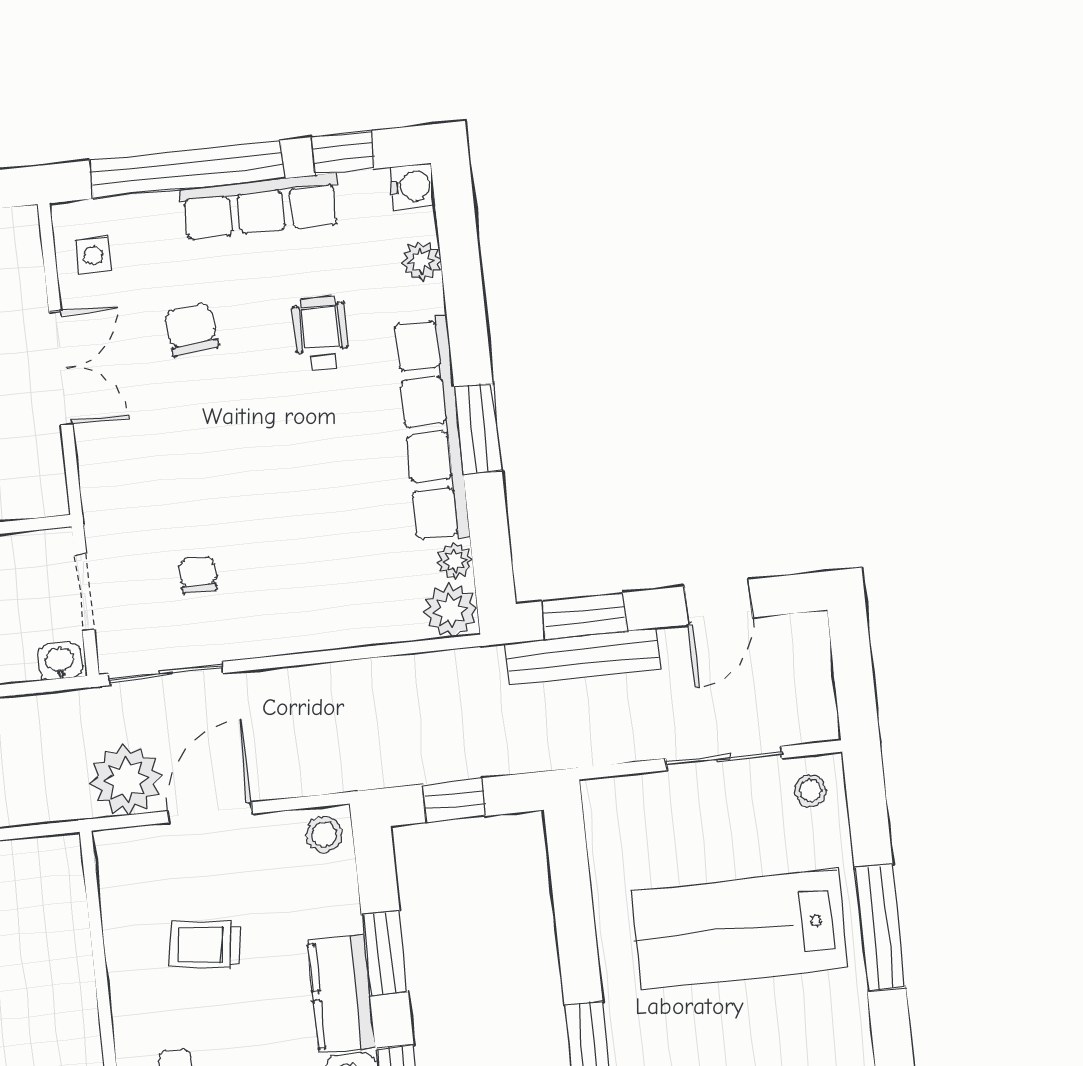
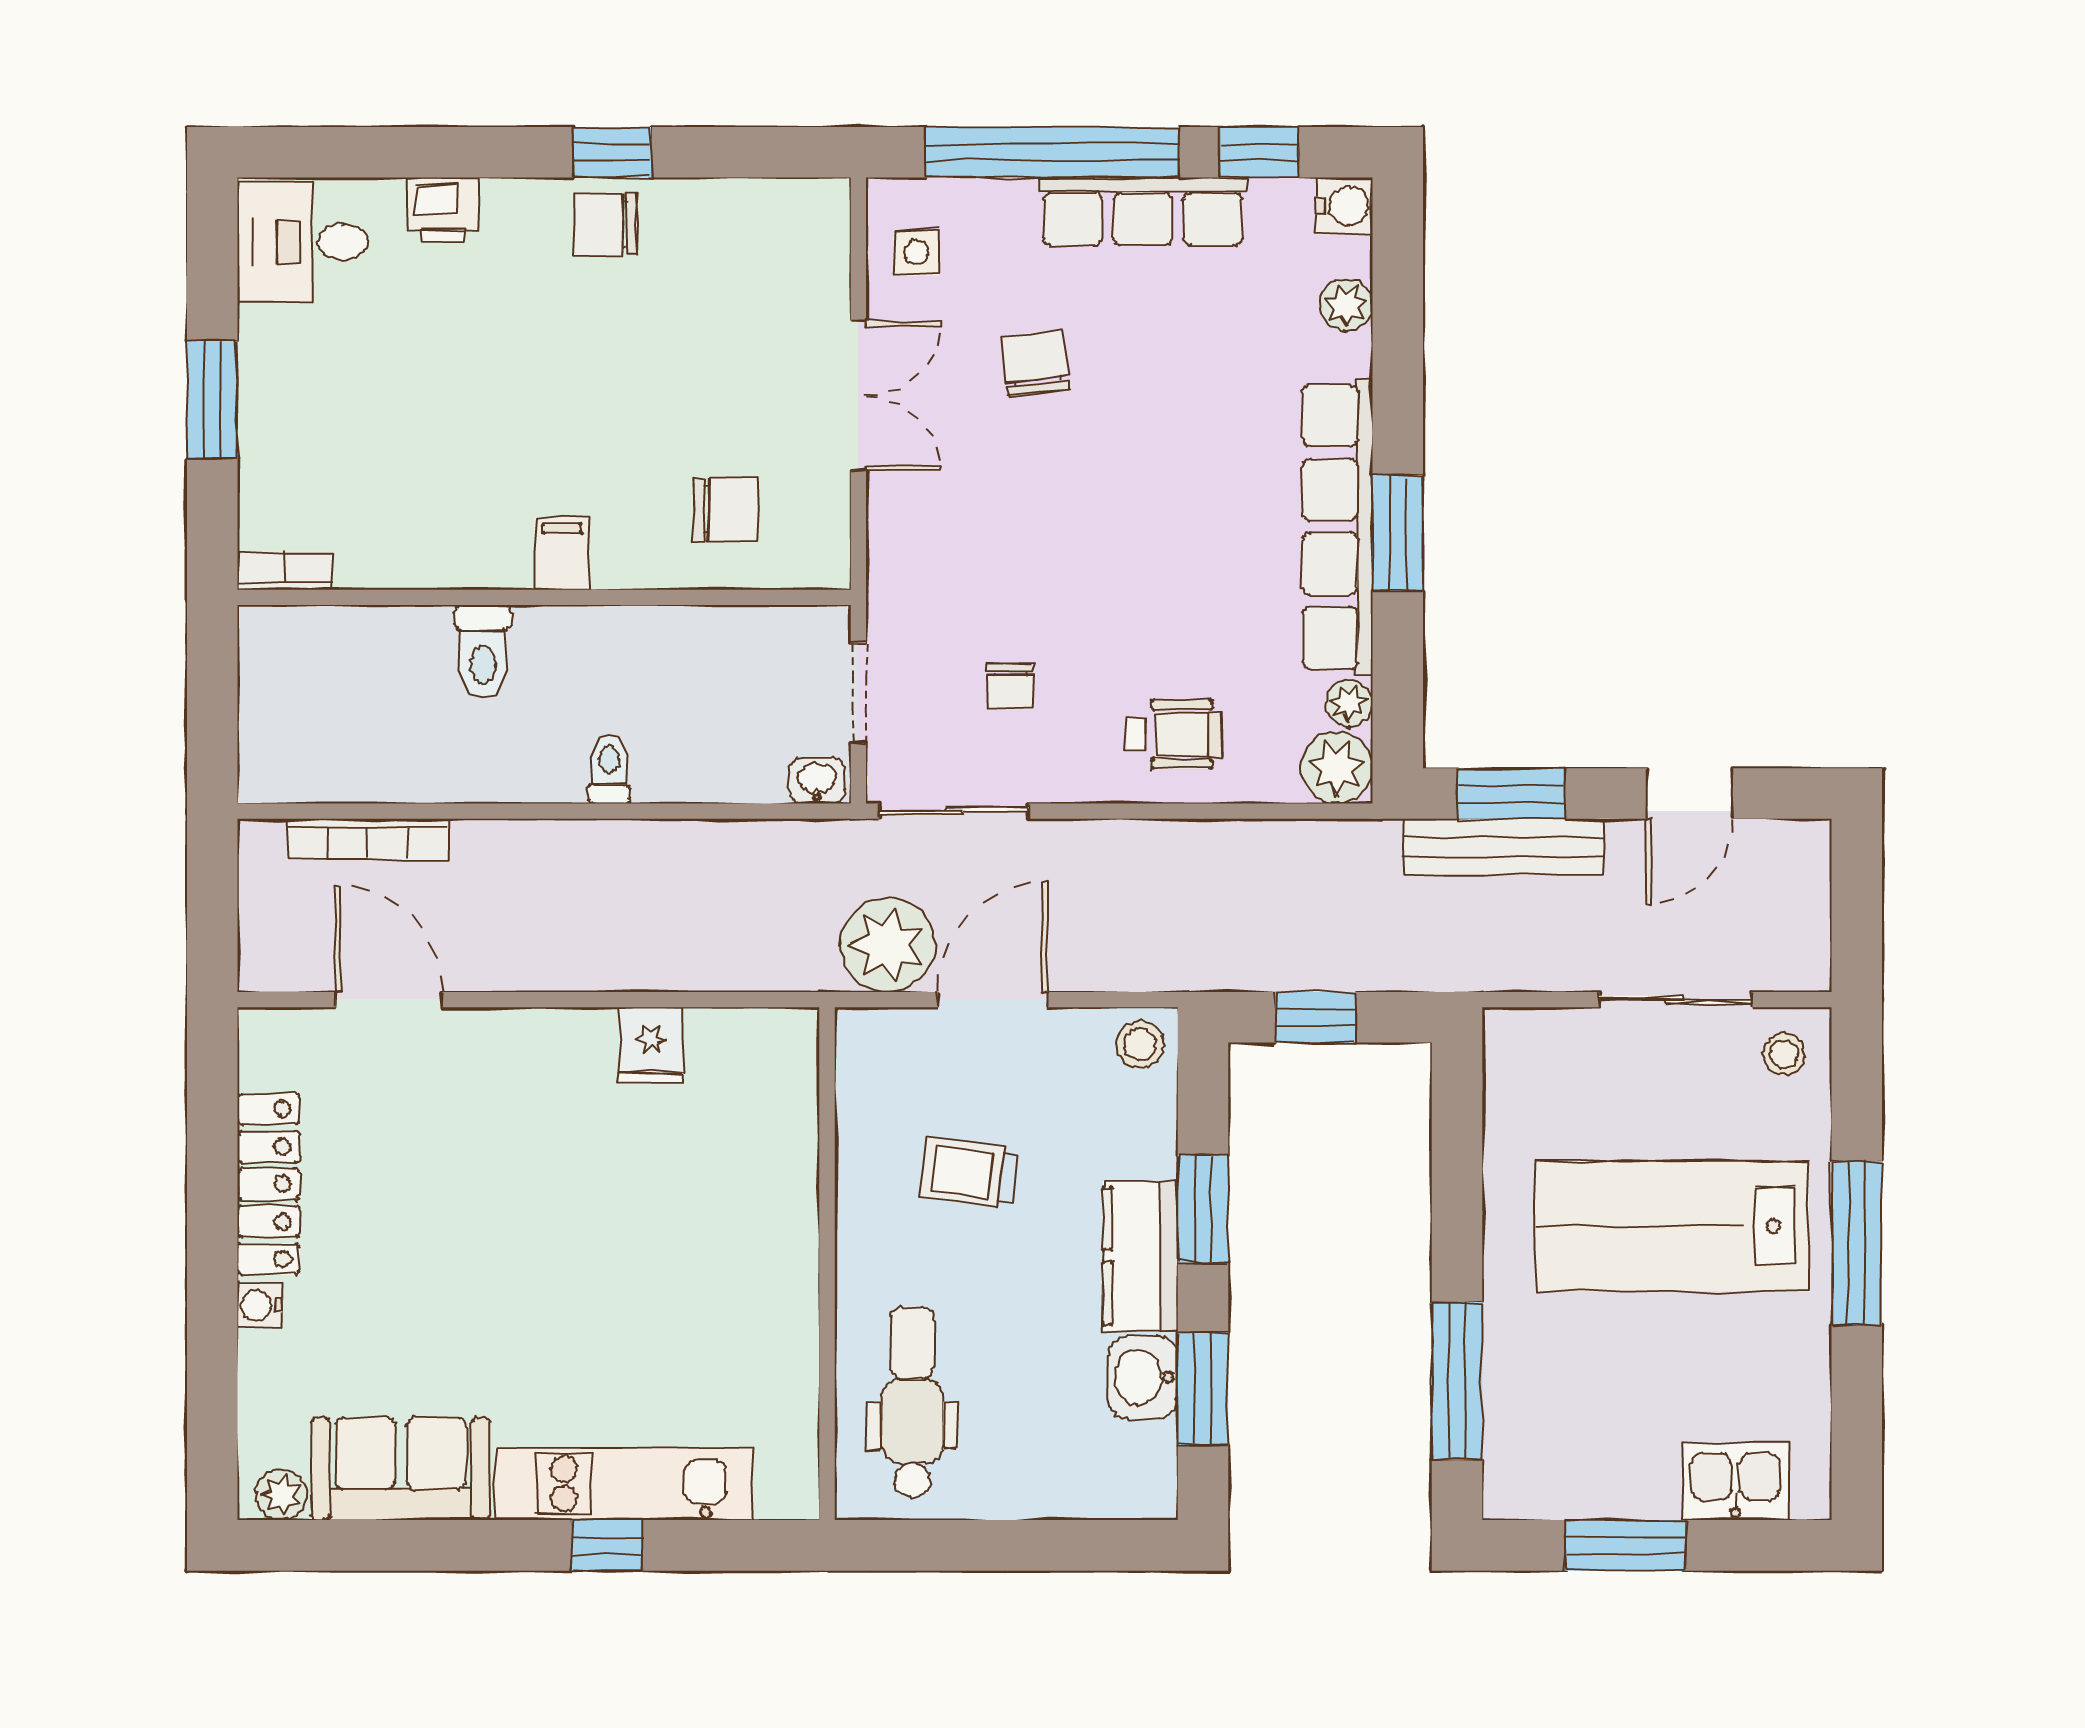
wheelchair: (321, 333) -> (1174, 734), moved, turned 90
chair: (198, 575) -> (1010, 687), turned 180

